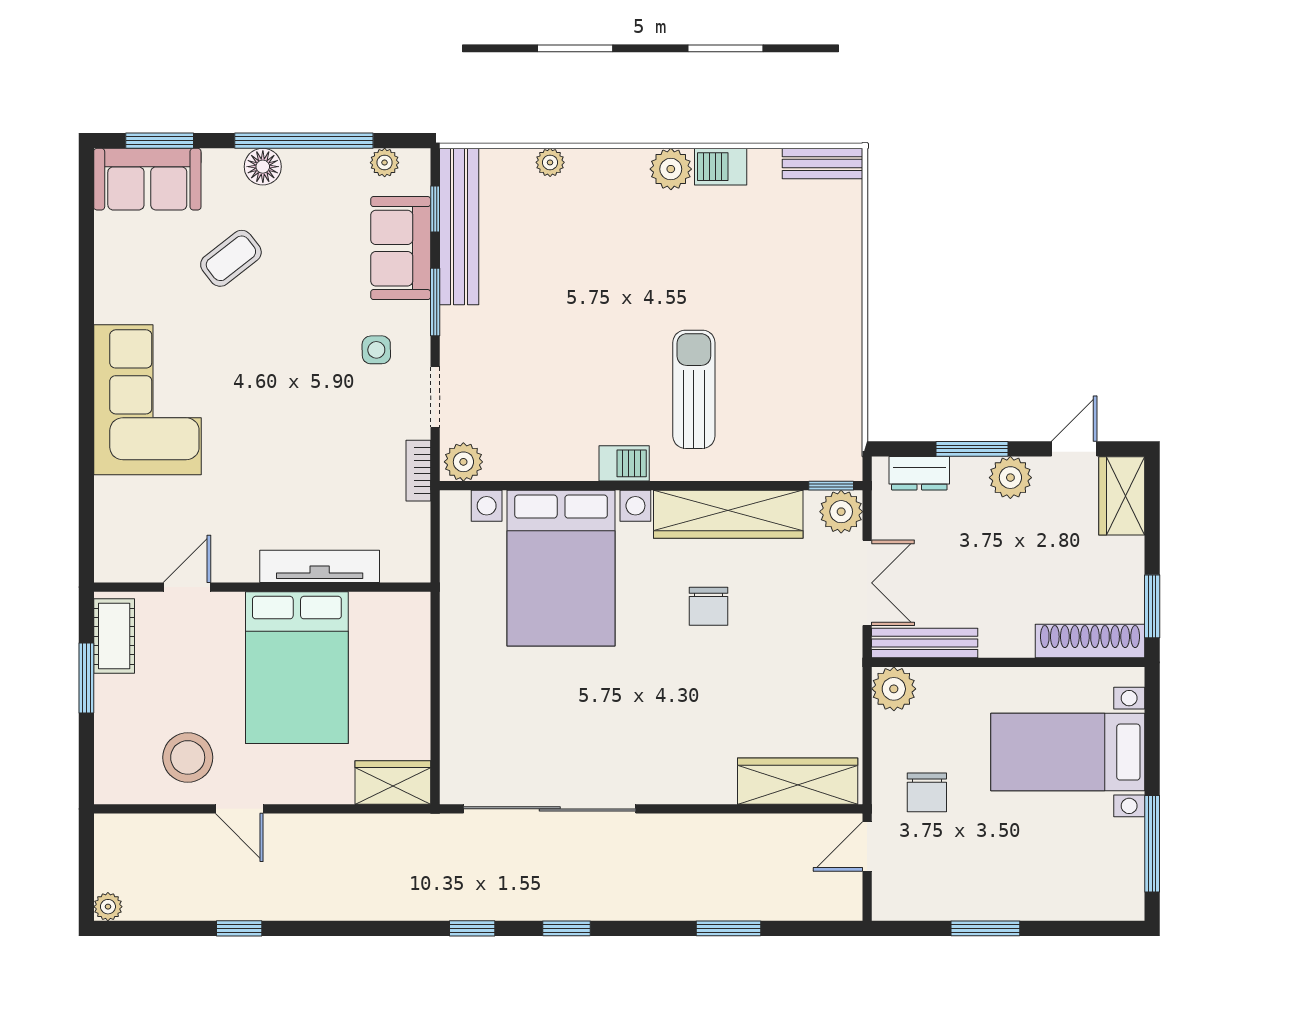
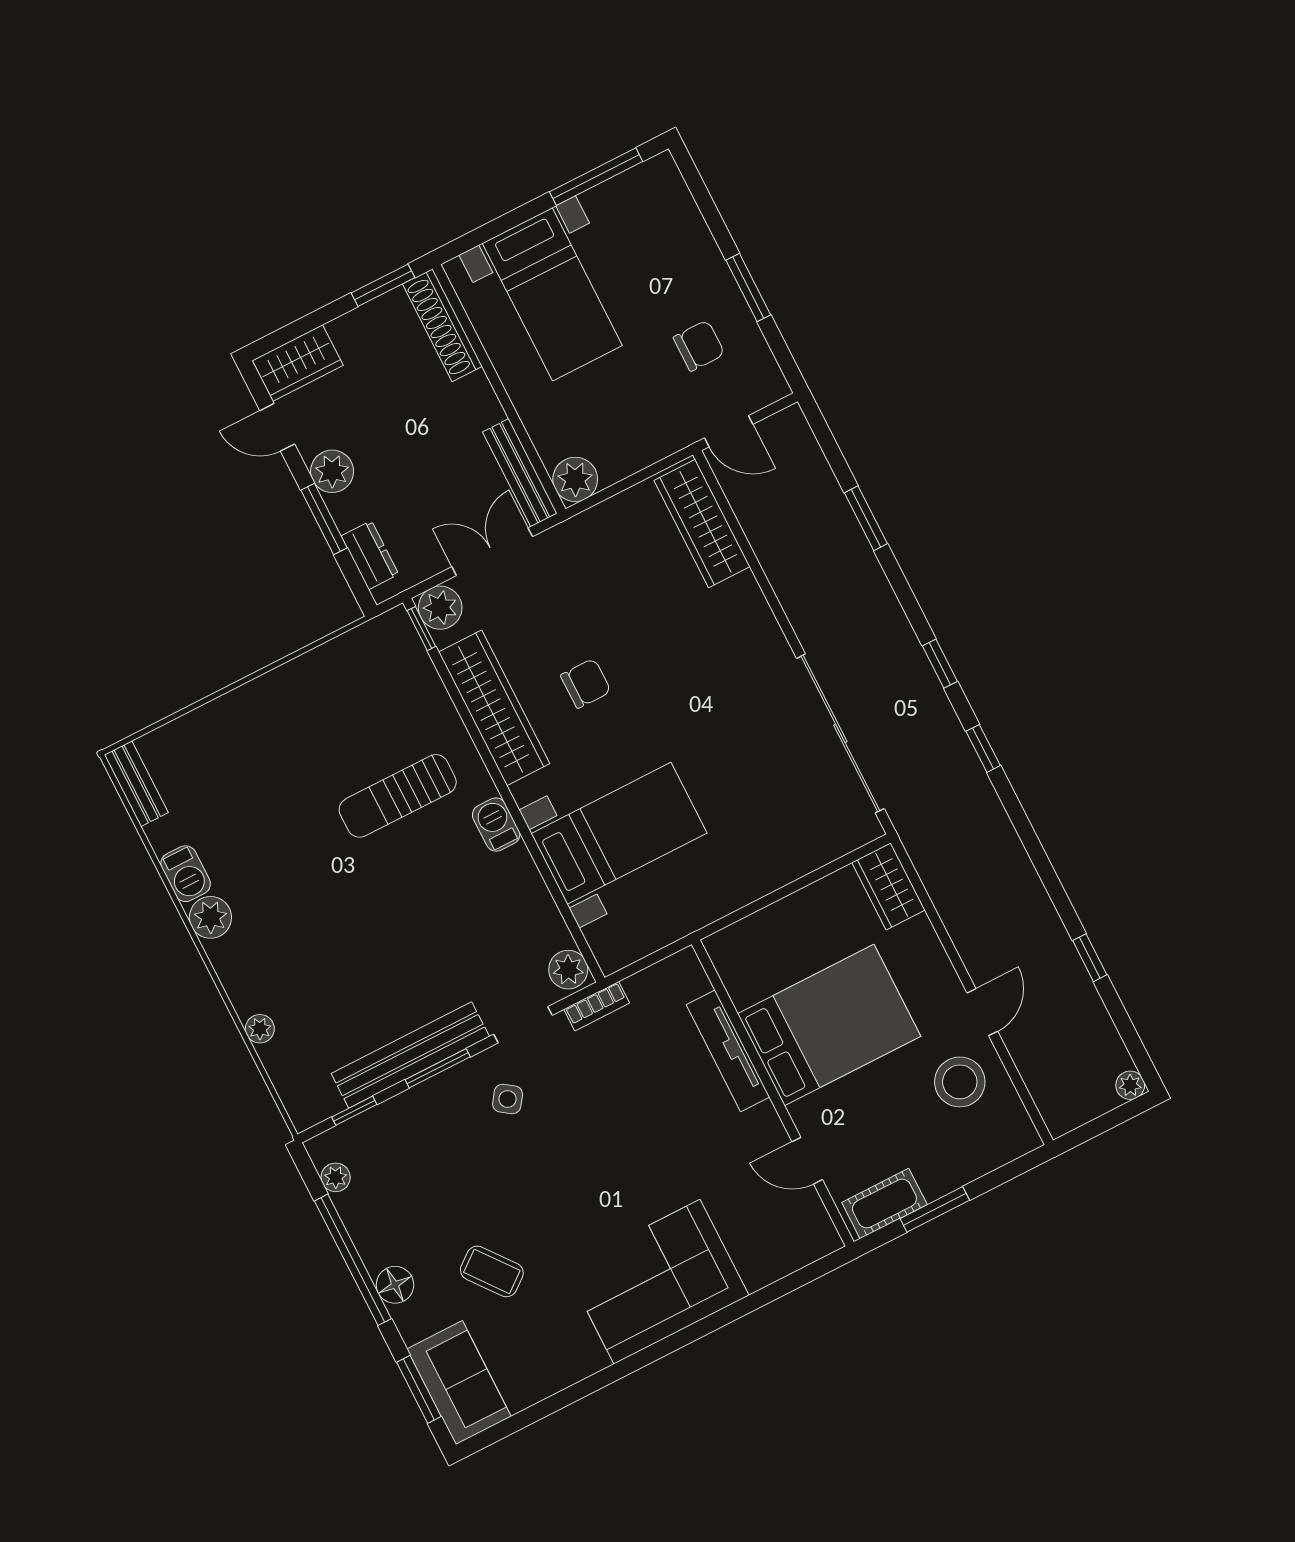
bench: (459, 227) -> (410, 1055), moved
sofa: (401, 248) -> (405, 1124), removed
side table: (376, 350) -> (508, 1099), turned 36
bed with nightstands: (561, 568) -> (619, 833), width x0.73
chair: (927, 792) -> (699, 346), moved

